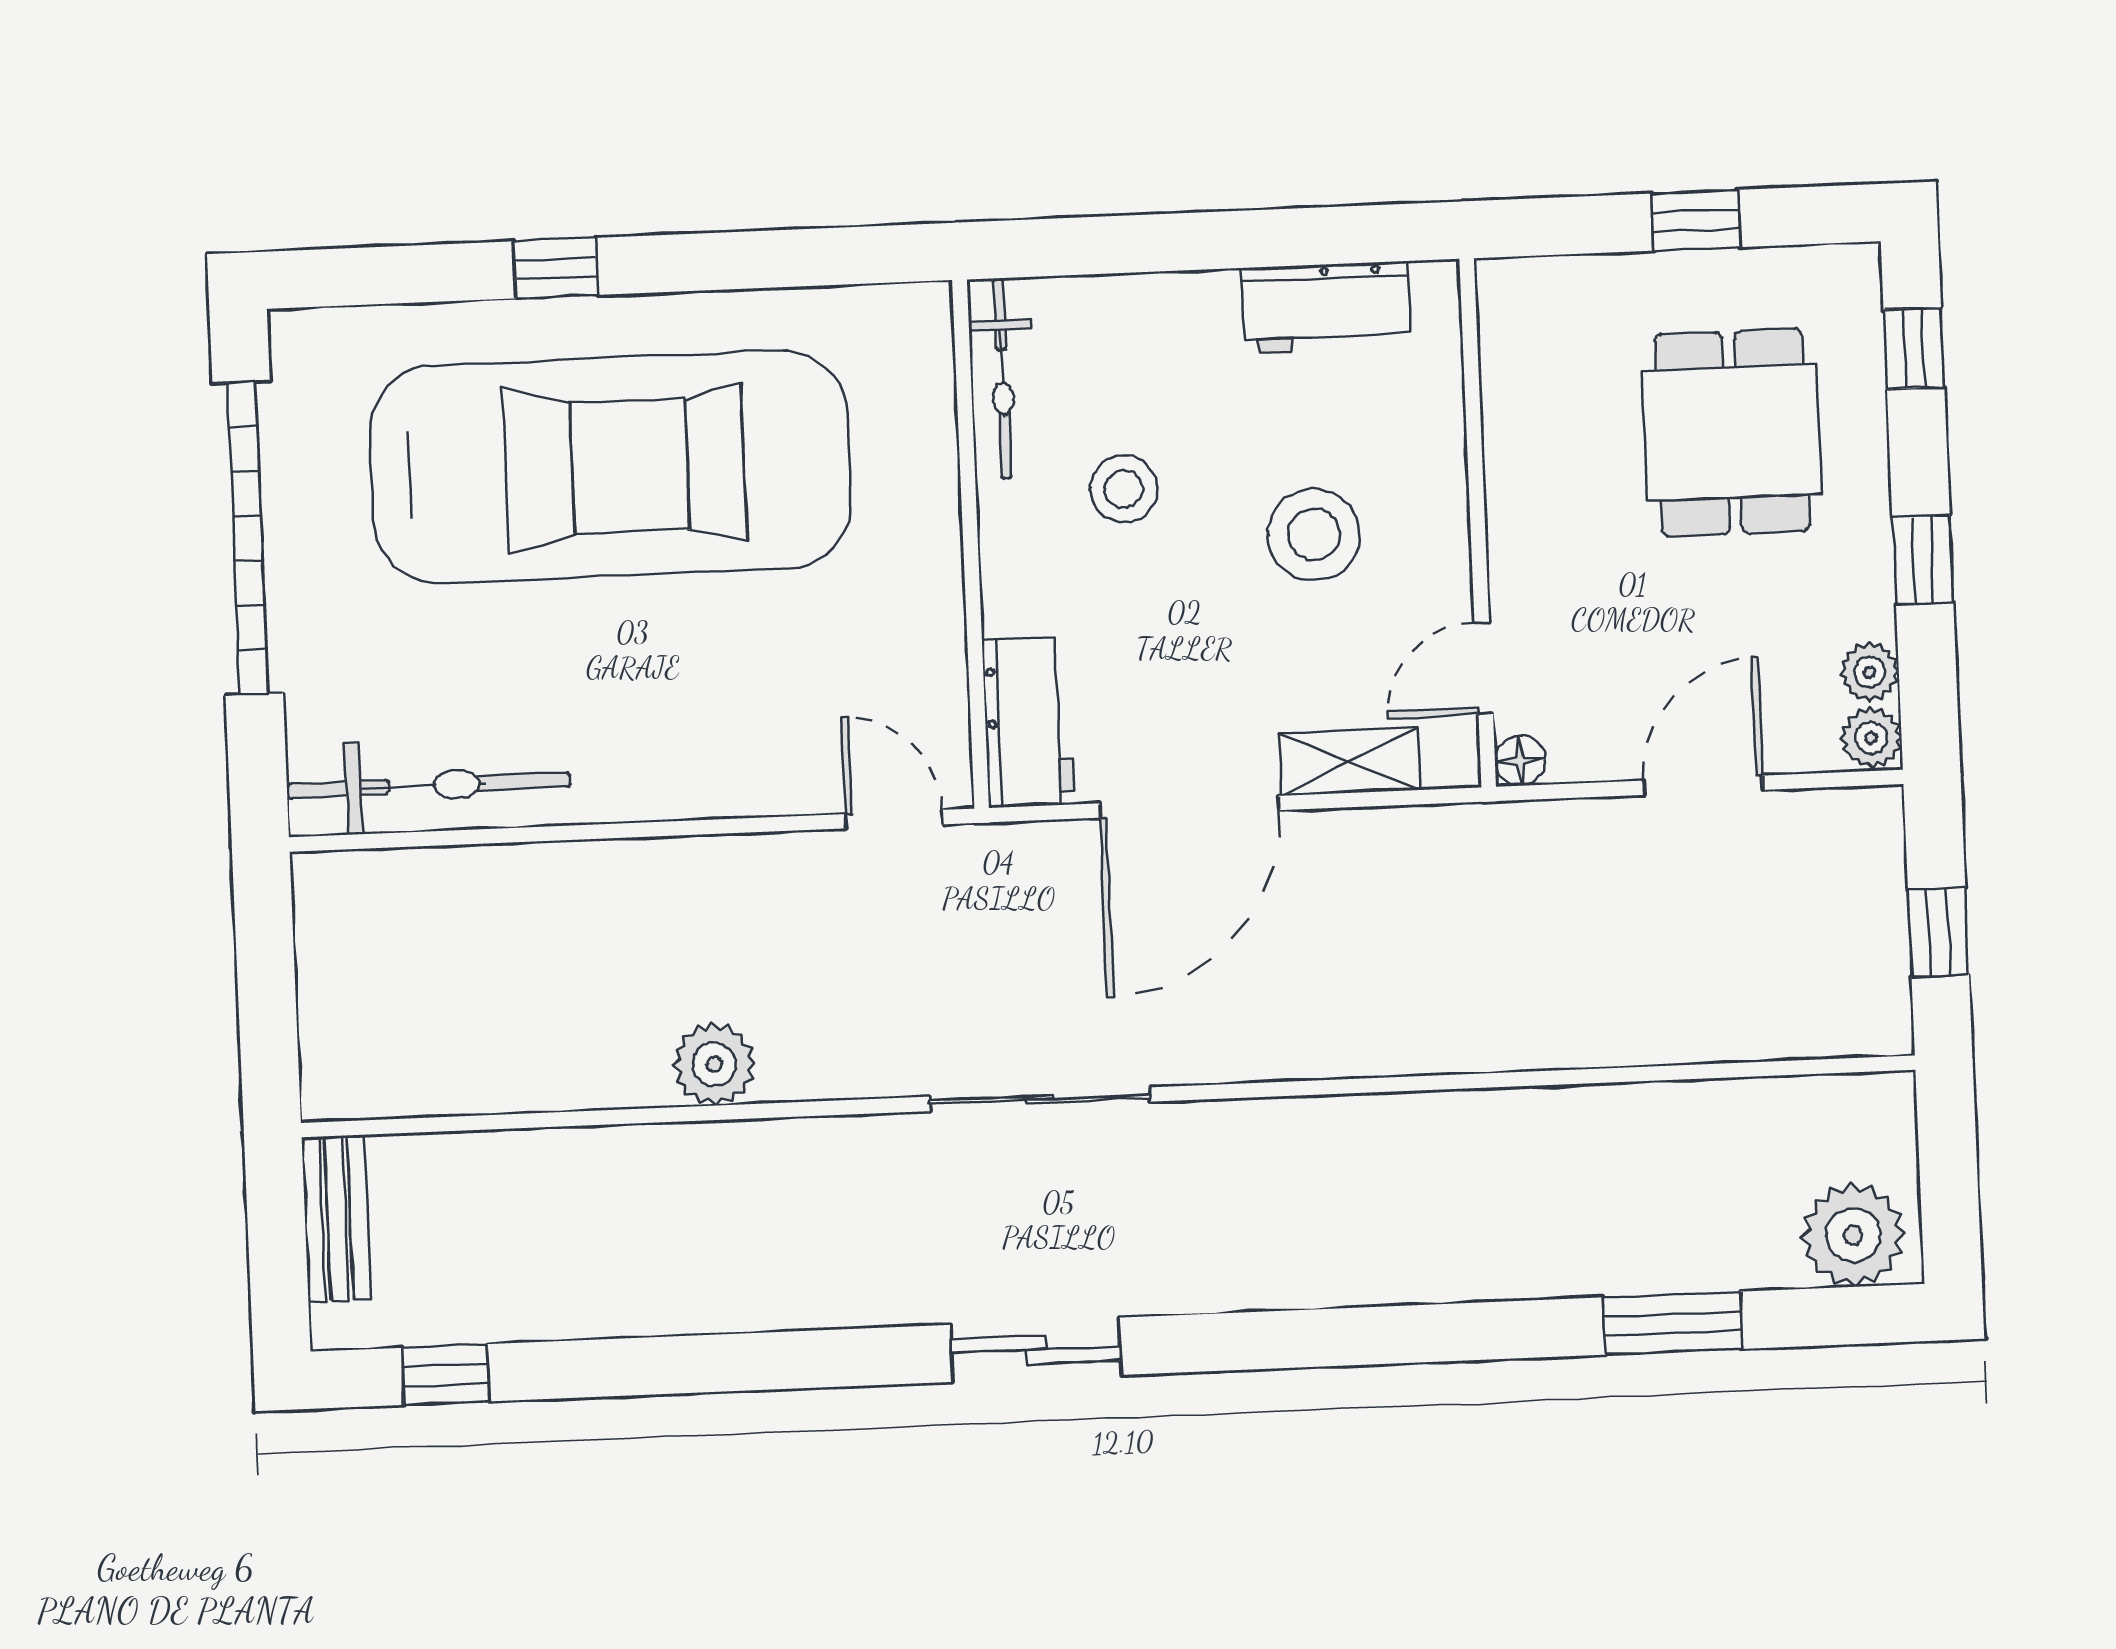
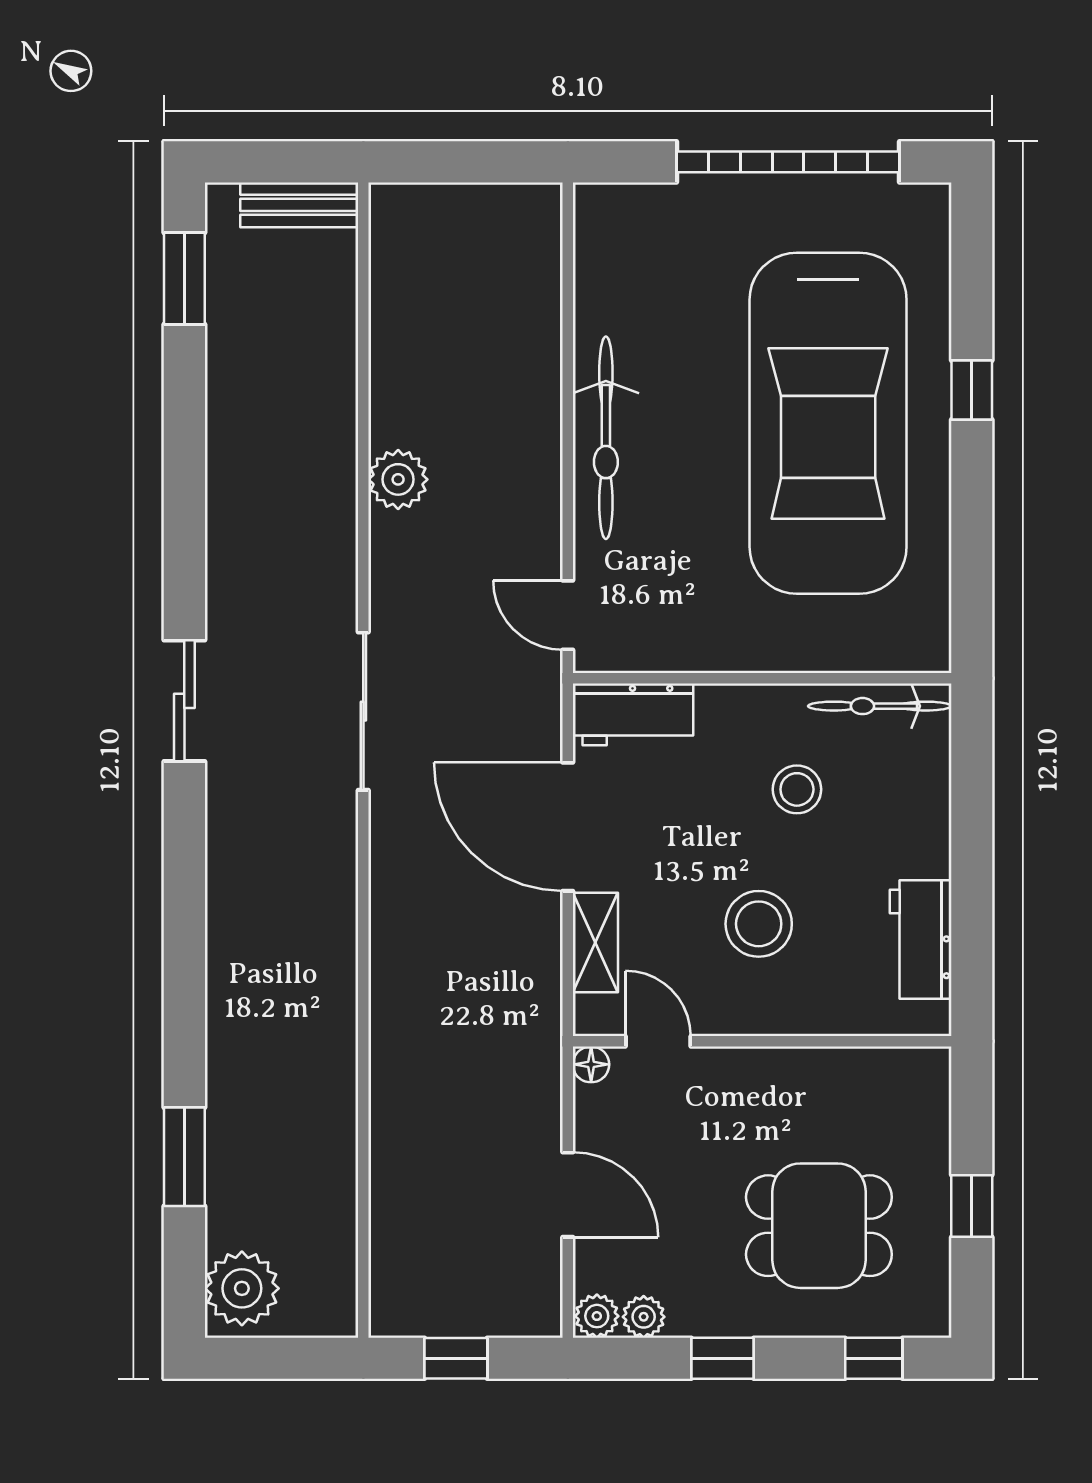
bicycle: (429, 785) -> (606, 438), moved
door: (894, 819) -> (568, 615), swing flipped
window: (446, 1375) -> (184, 278), width x1.50

